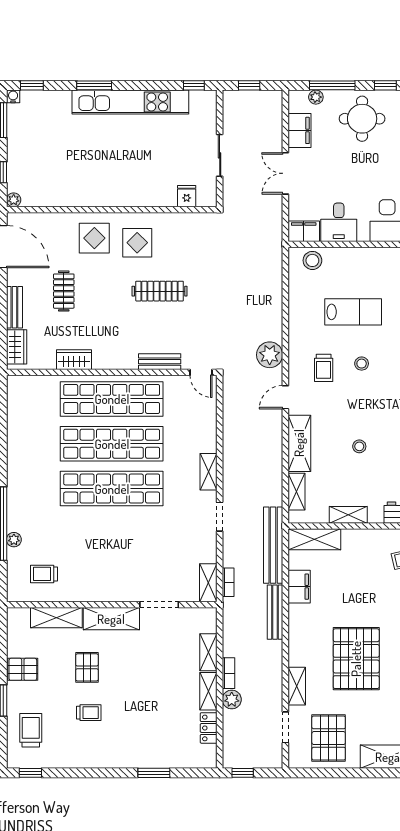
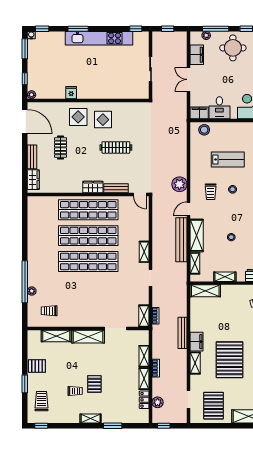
fridge: (187, 196) -> (71, 93), moved
wardrobe: (74, 360) -> (93, 187), moved
bench: (273, 545) -> (181, 240), moved
filing cabinet: (299, 587) -> (196, 342), moved
pallet: (87, 667) -> (94, 384), moved
shelving: (297, 686) -> (195, 363), moved
plant: (232, 699) -> (158, 402), moved
shelving: (116, 760) -> (91, 418), added

